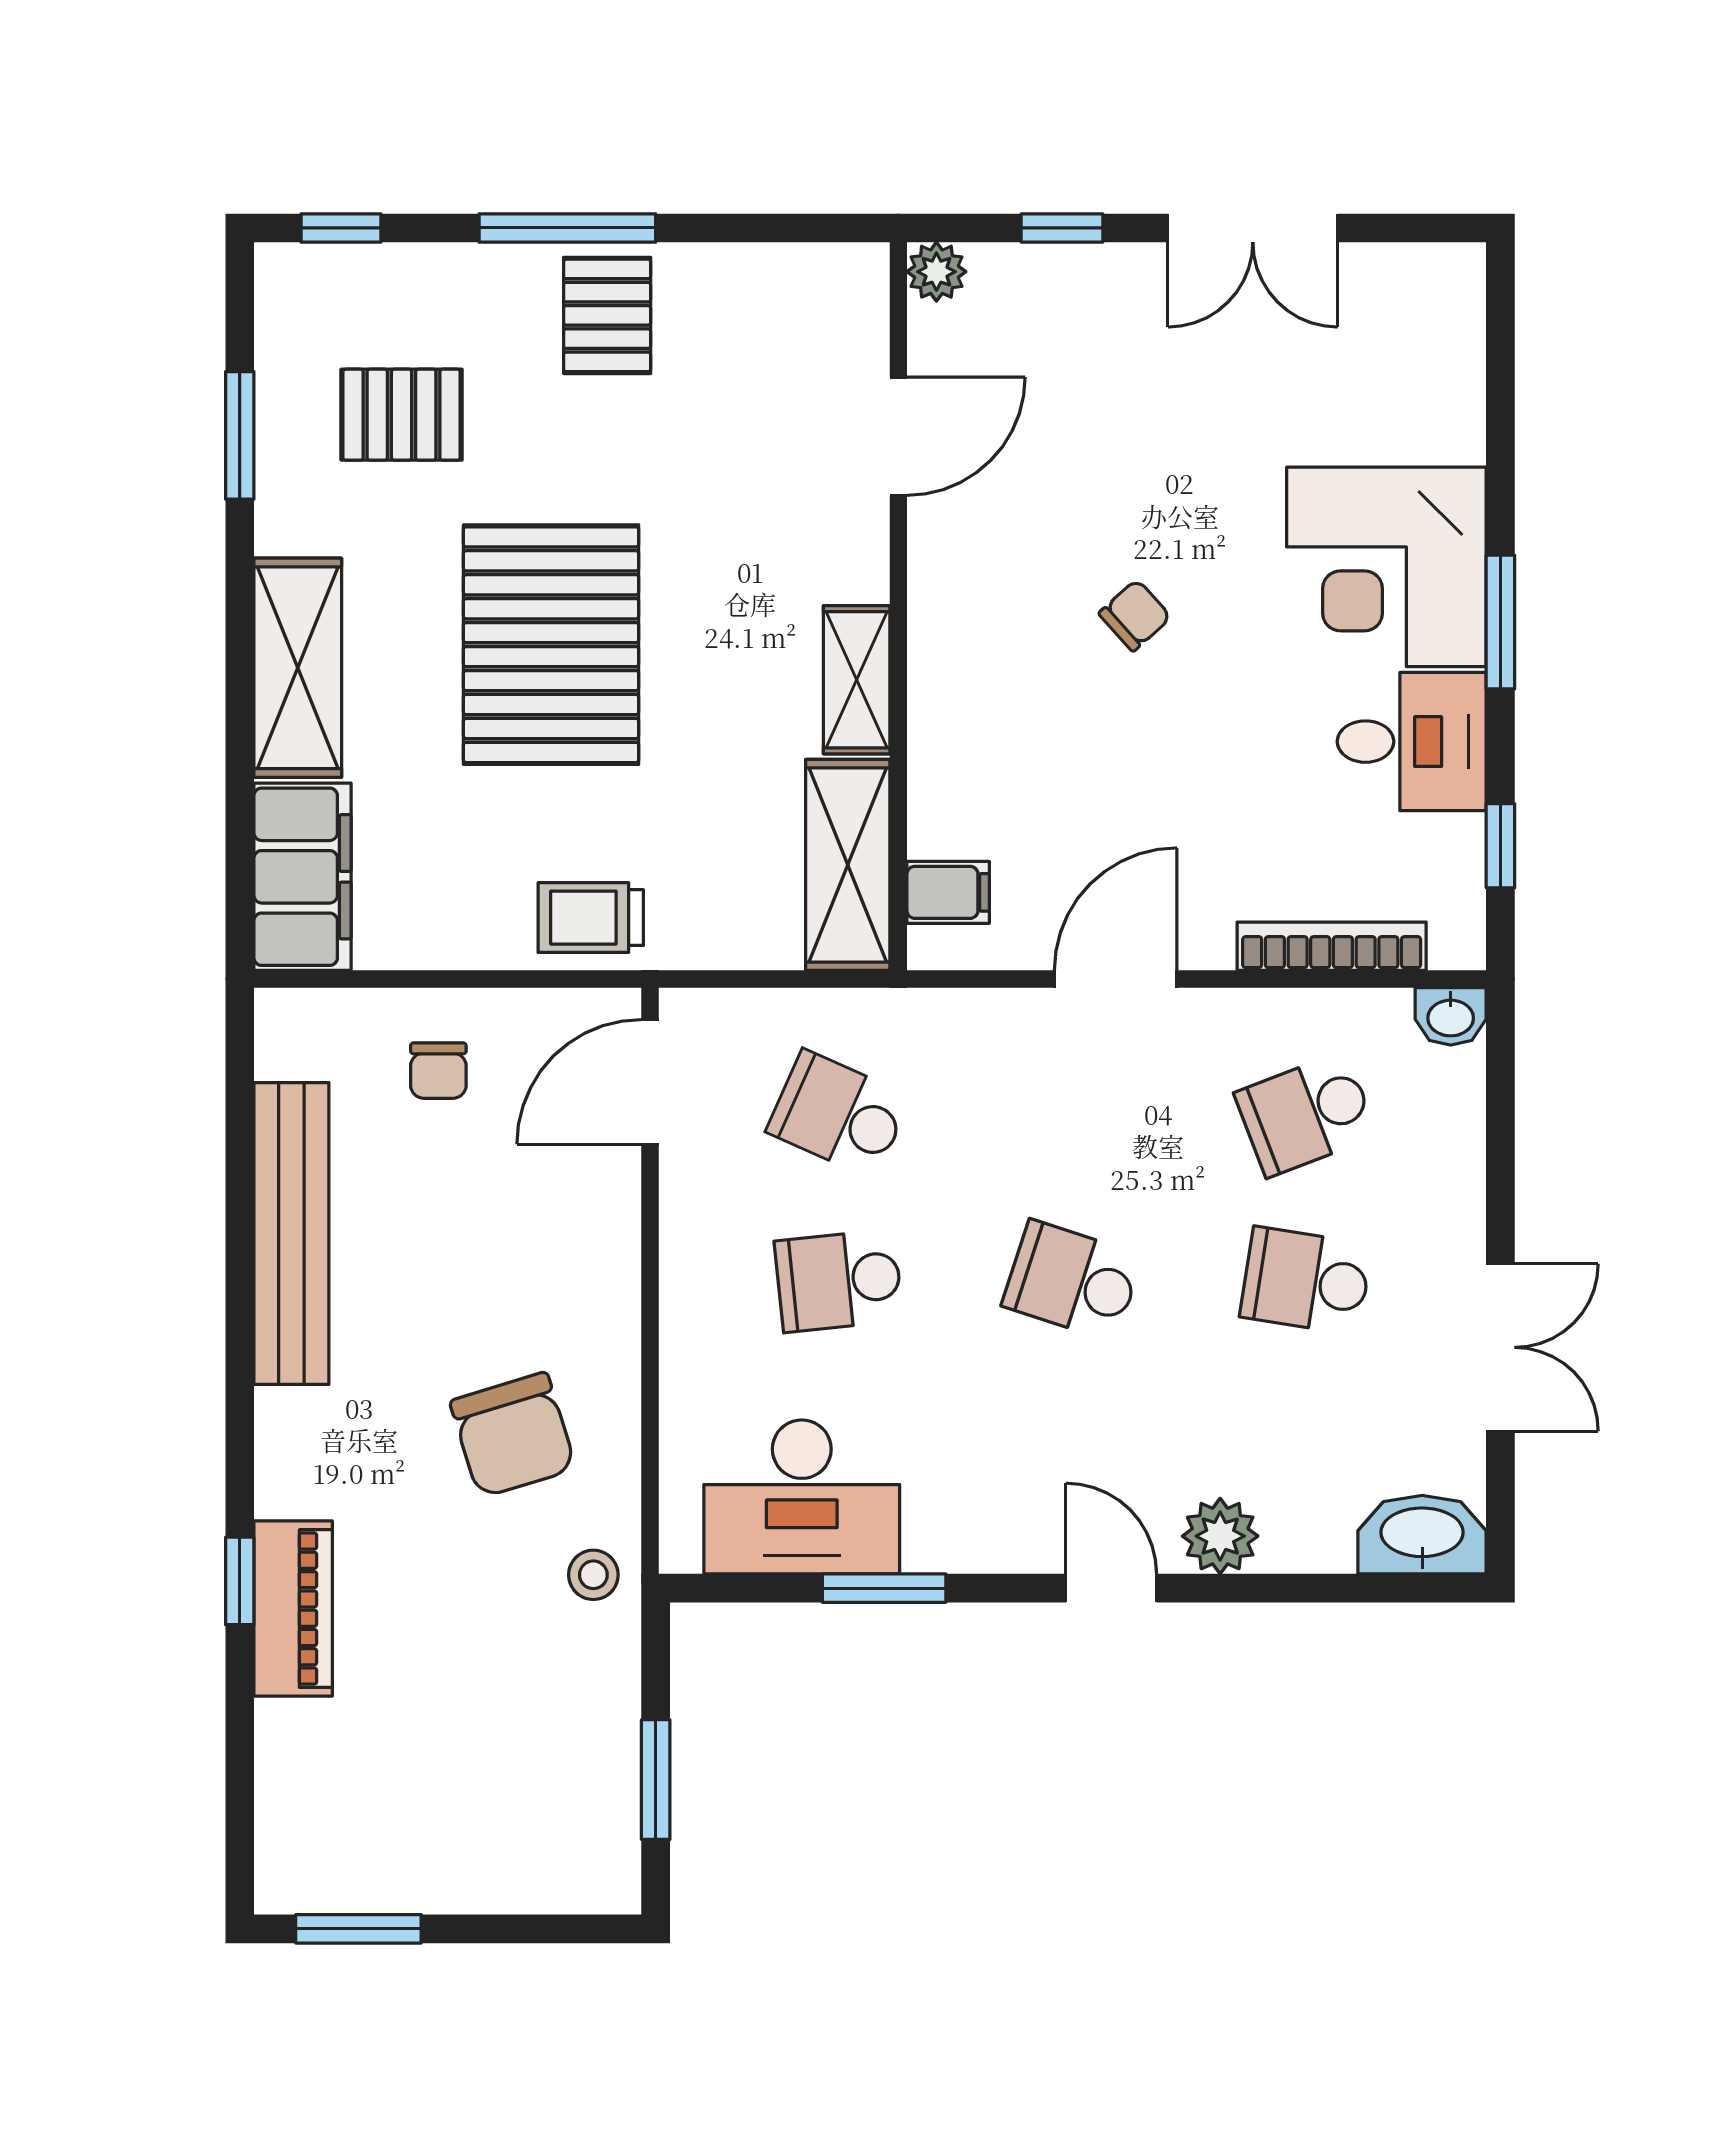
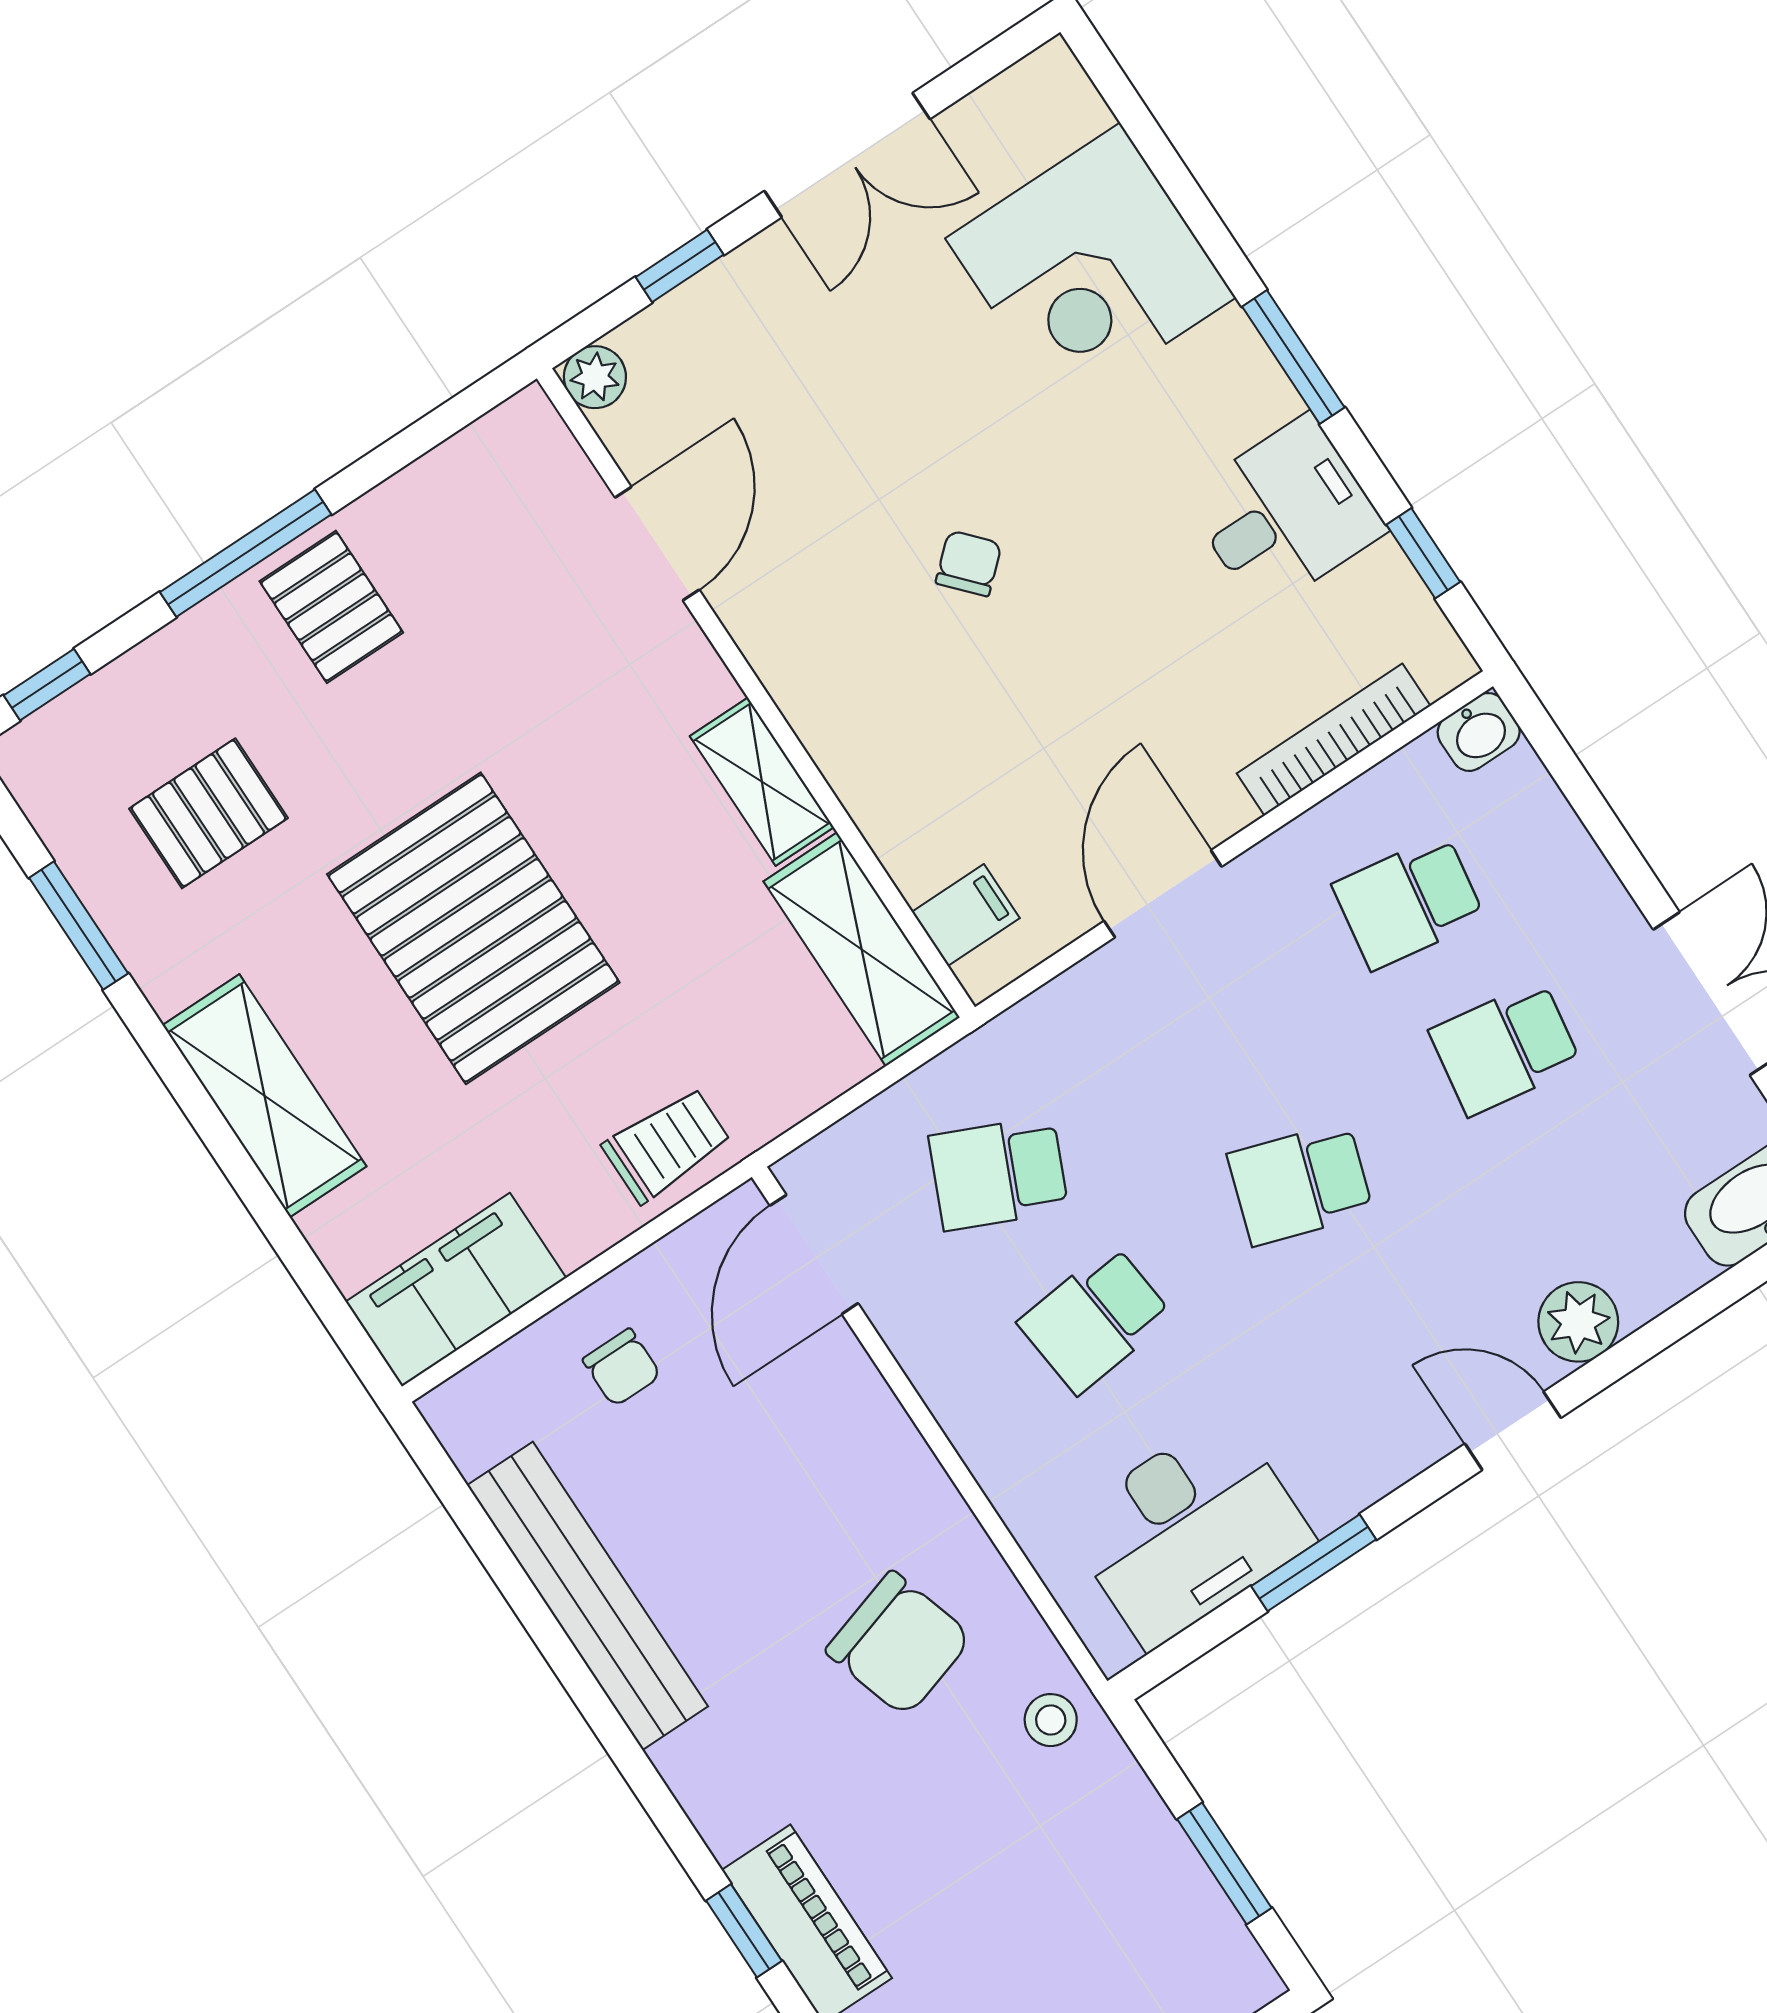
corner desk: (1386, 567) -> (1090, 268), moved
filing cabinet: (302, 877) -> (456, 1290), moved, turned -90
trolley: (591, 918) -> (667, 1145), turned 180
school desk: (1306, 1114) -> (1409, 902), turned 30

